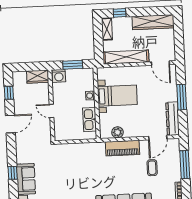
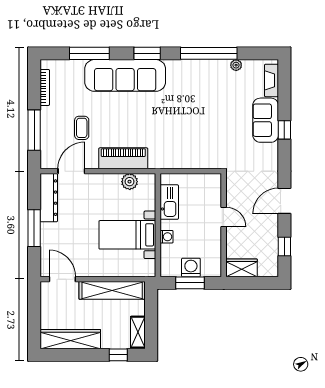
washing machine: (59, 76) -> (191, 268), moved

